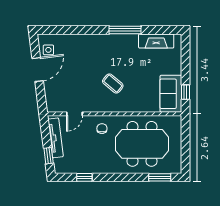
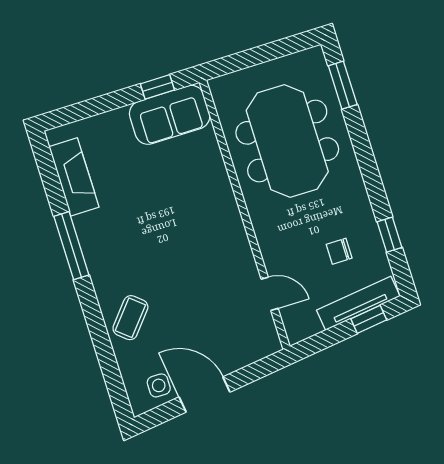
coffee table: (113, 83) -> (130, 318), moved
chair: (102, 129) -> (339, 251), moved
tv unit: (56, 138) -> (358, 303), moved

